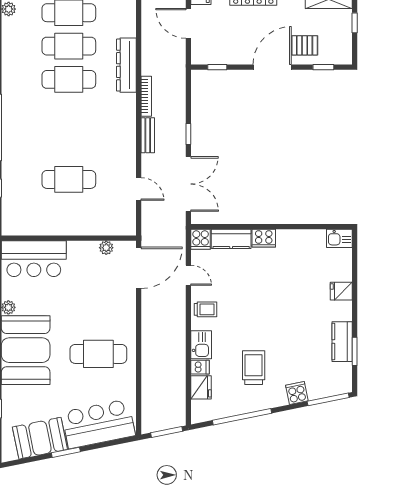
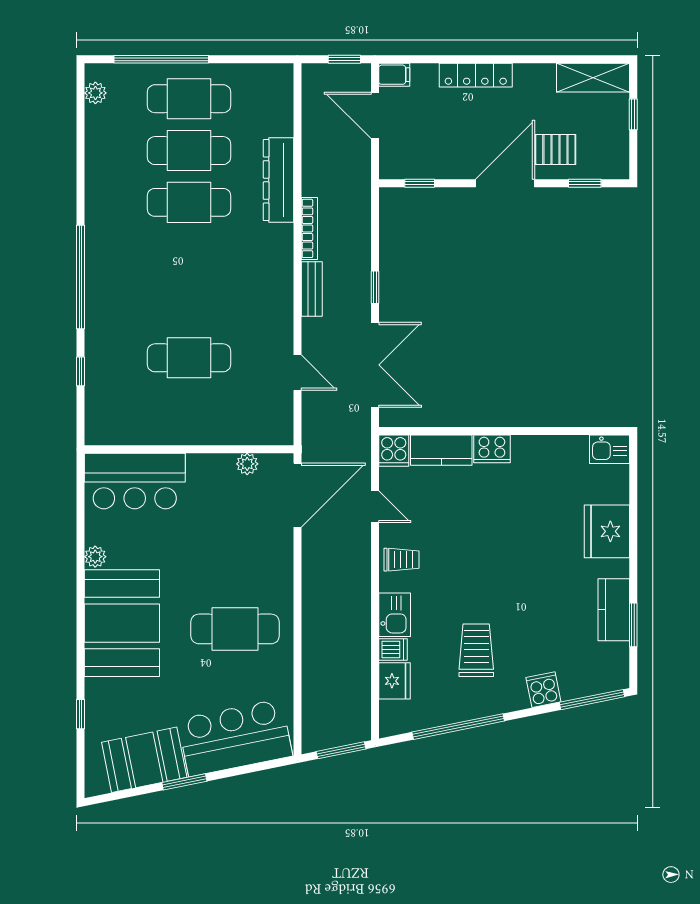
fridge: (341, 291) -> (607, 531), width x1.88, depth x1.34

